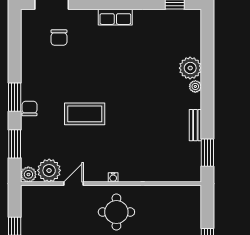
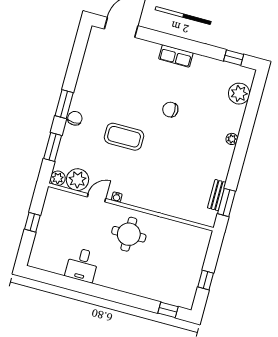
chair: (59, 38) -> (170, 110), moved, turned 90
plant: (190, 68) -> (239, 94), moved
bench: (195, 125) -> (217, 195), moved
water cooler: (113, 177) -> (117, 197), moved

